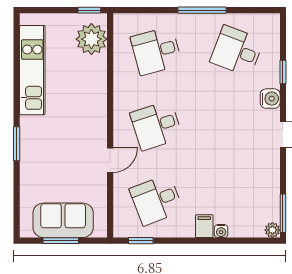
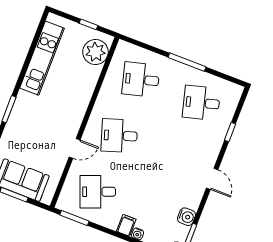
window: (89, 10) -> (88, 24), moved
desk: (237, 51) -> (201, 103), turned -36
water cooler: (270, 99) -> (186, 217), moved
window: (141, 241) -> (74, 218), width x1.50

